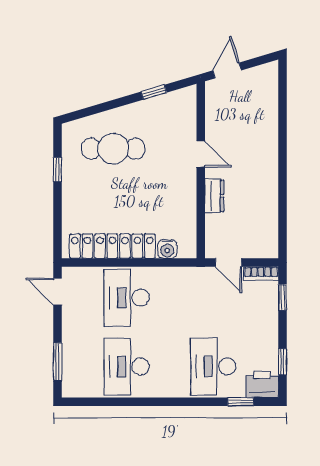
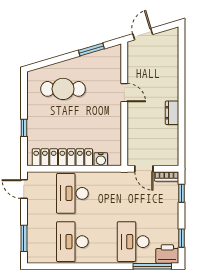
window: (154, 92) -> (91, 49), width x1.50
window: (57, 170) -> (24, 128), moved
dresser: (214, 196) -> (172, 113), moved, turned 180
window: (241, 402) -> (152, 266), width x2.17

